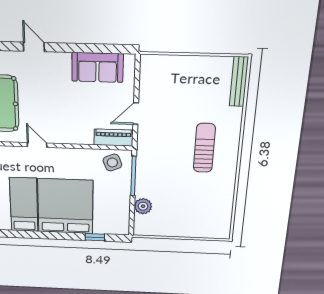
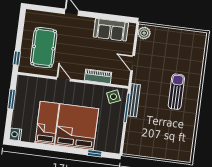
bench: (239, 82) -> (134, 100), moved
door: (136, 114) -> (133, 63), hinge flipped
piano: (113, 138) -> (98, 76), moved
plant: (143, 206) -> (144, 33), moved

